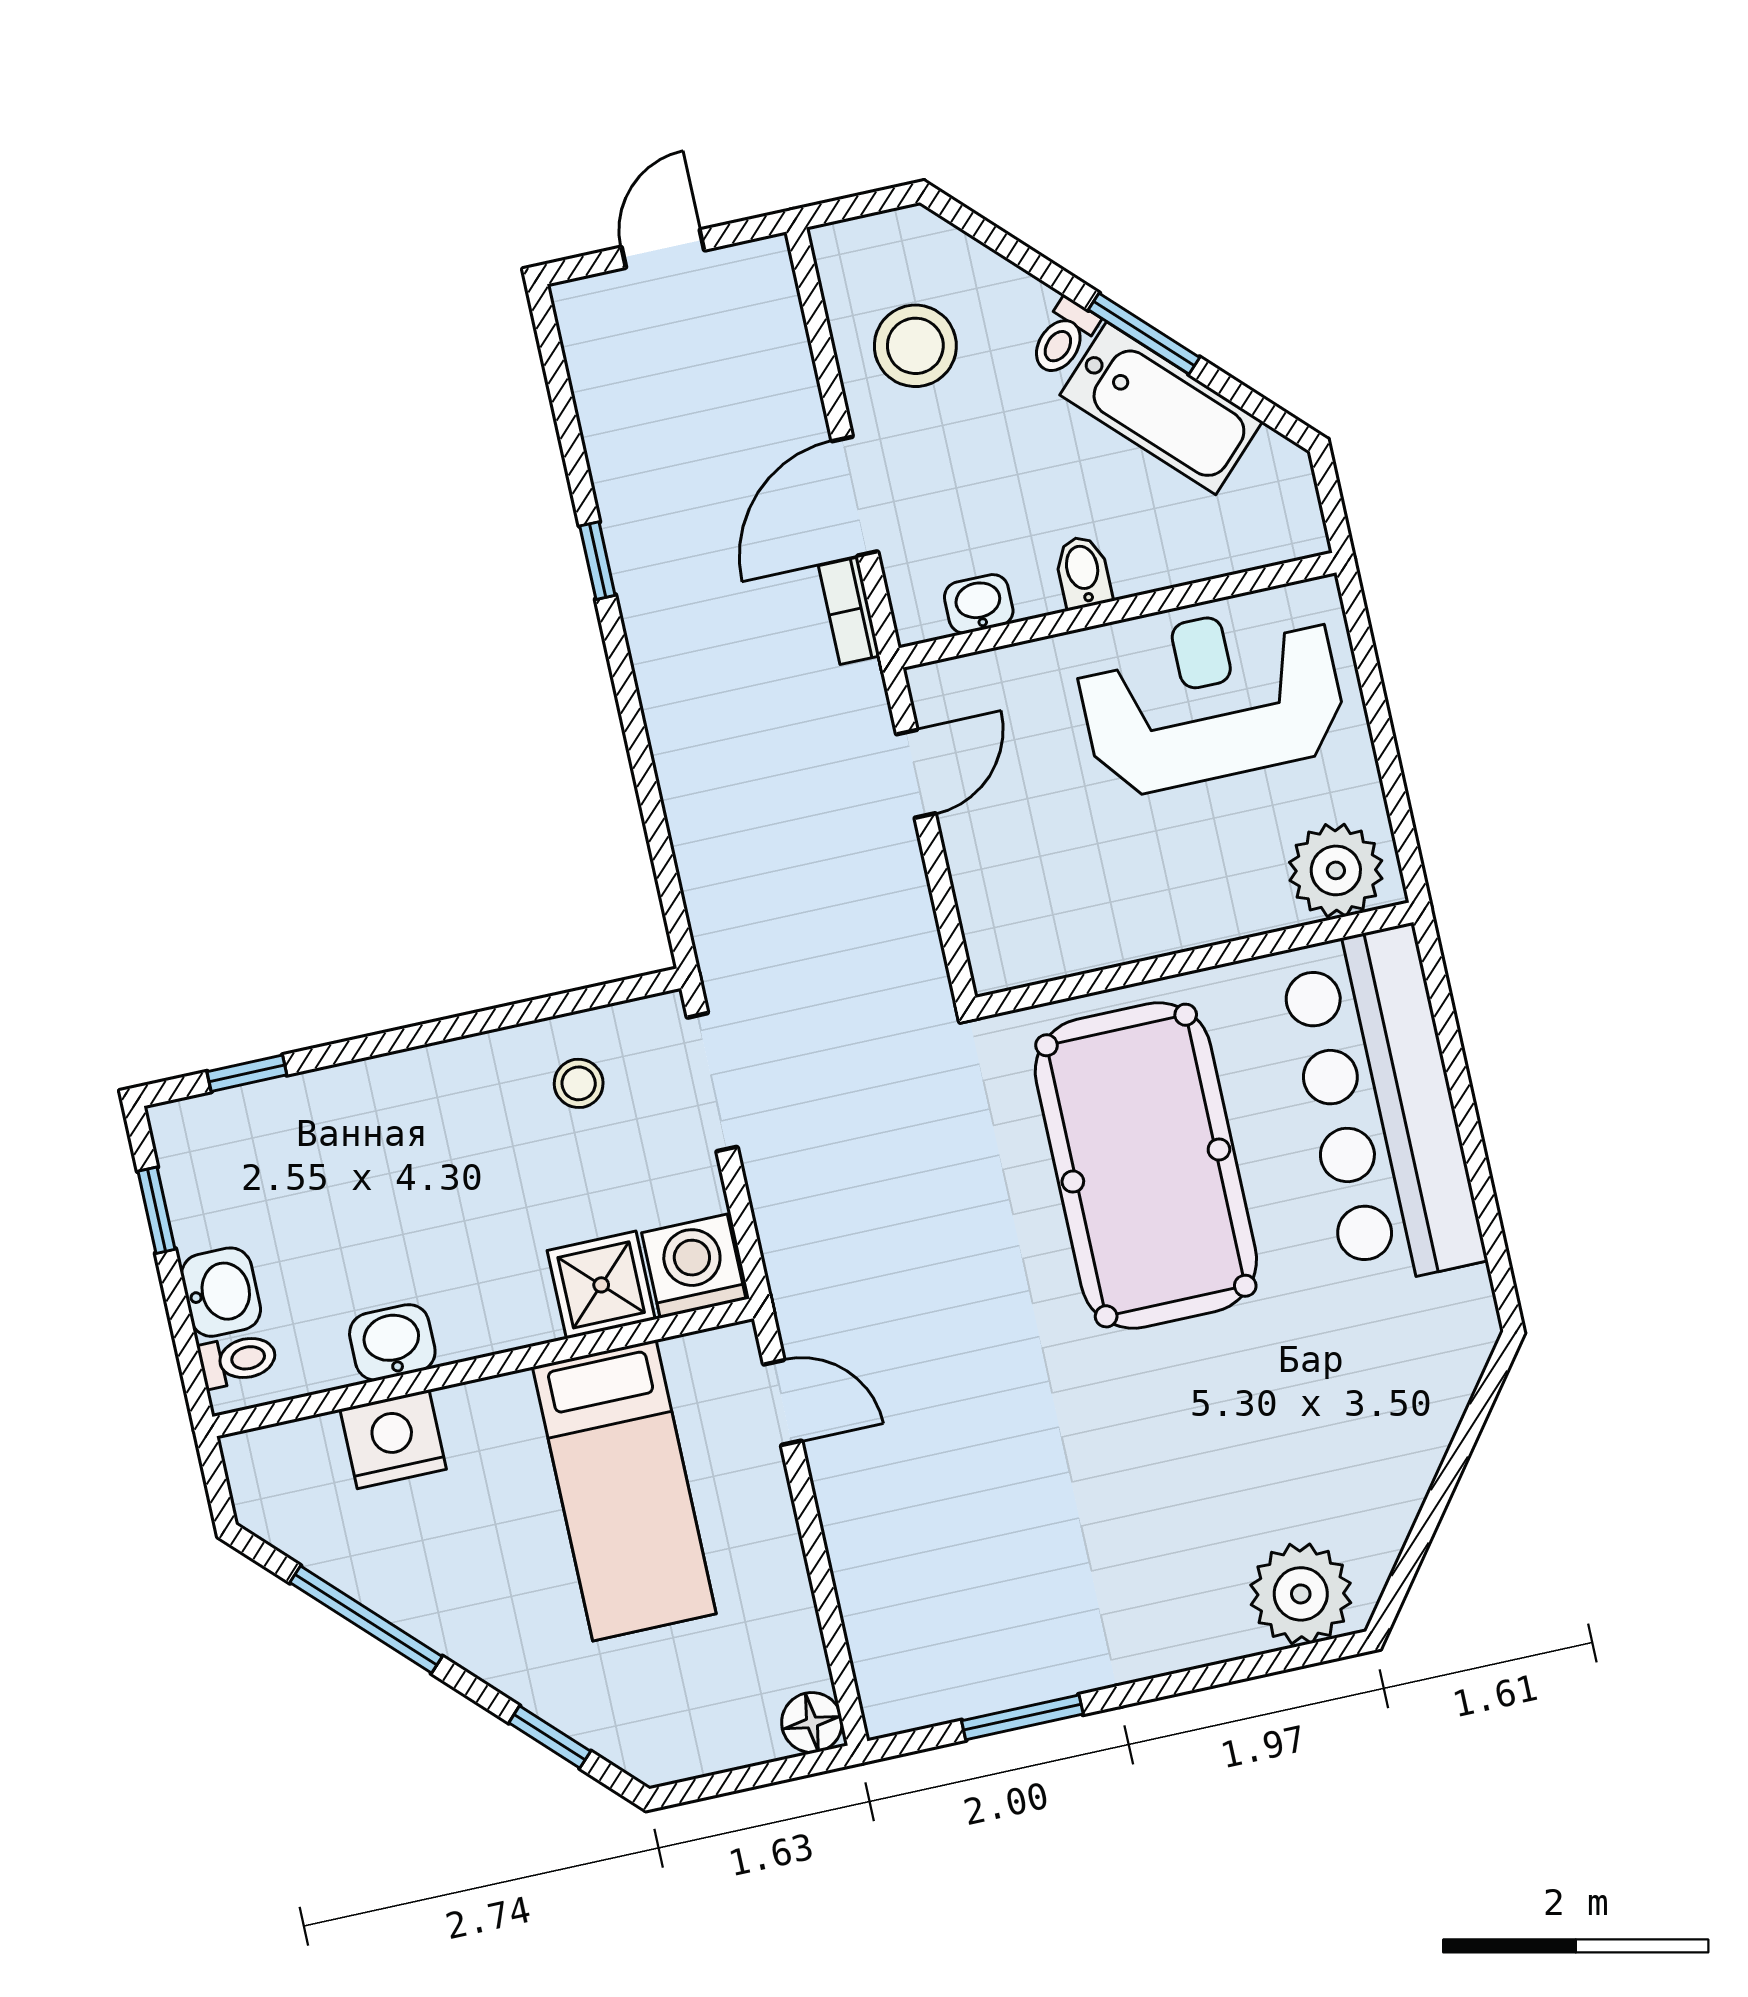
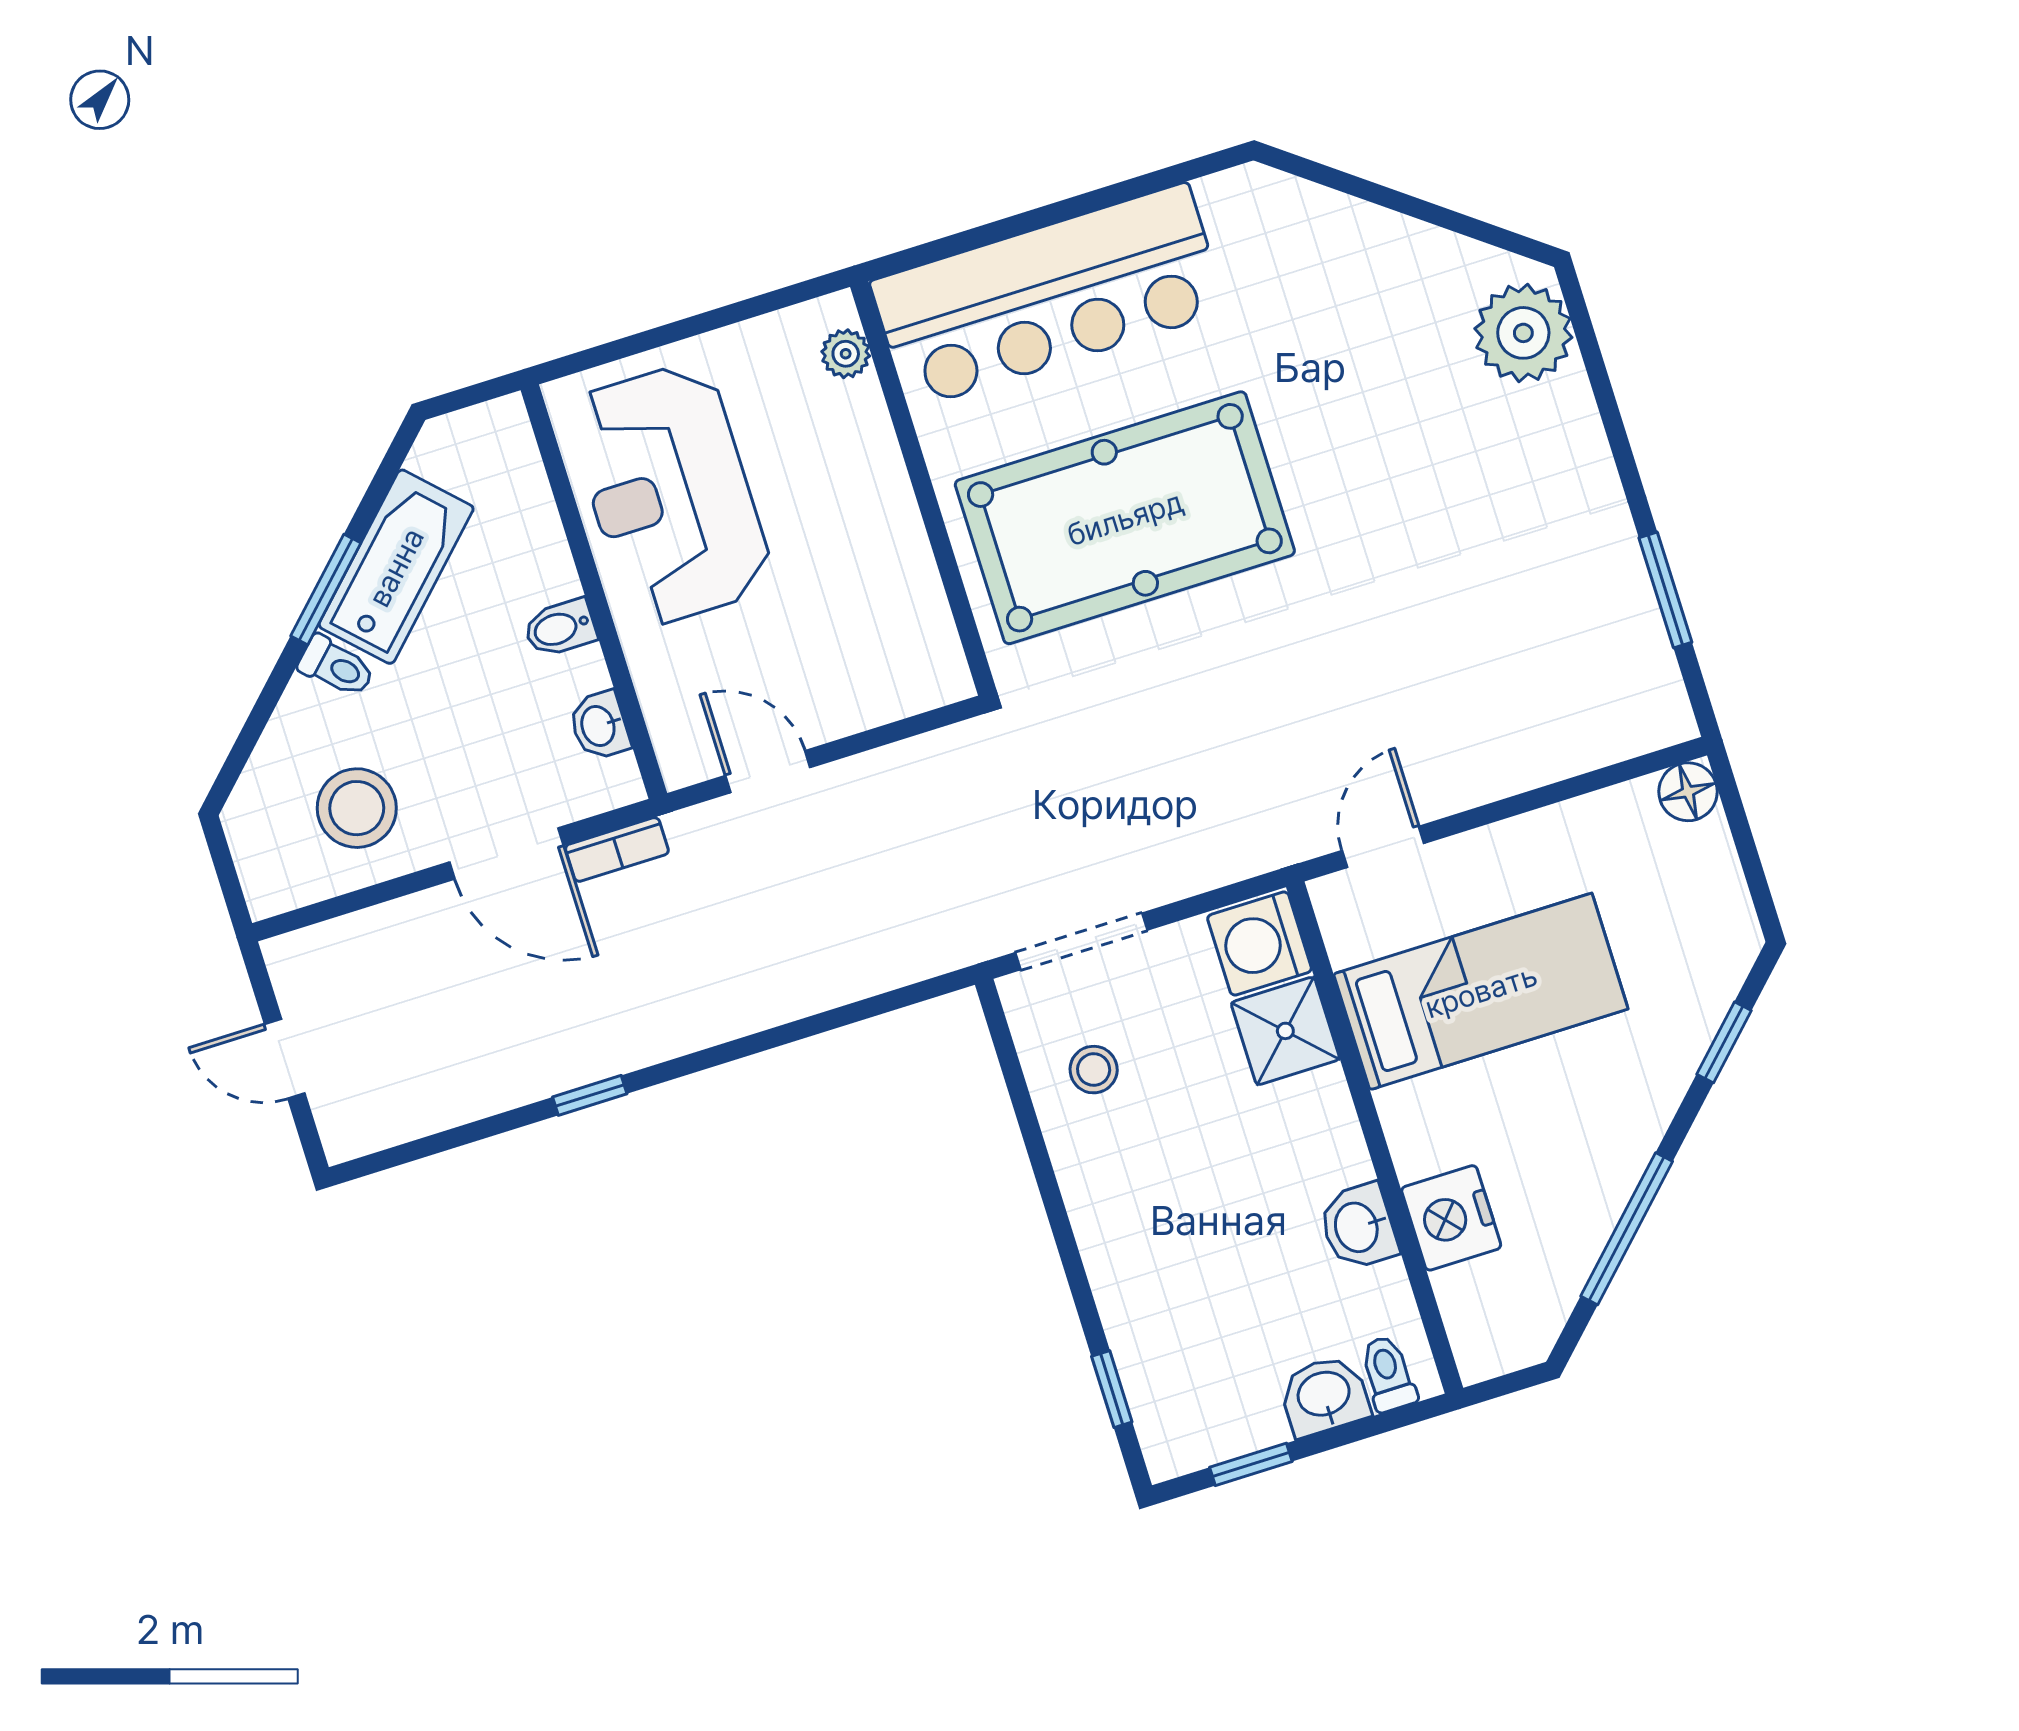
plant: (1336, 870) -> (846, 354), width x0.53, depth x0.53

